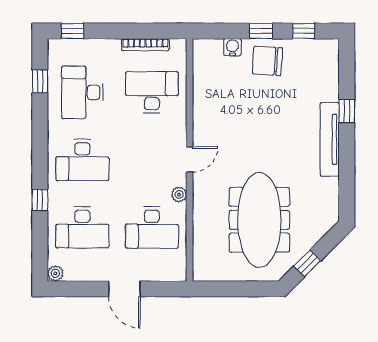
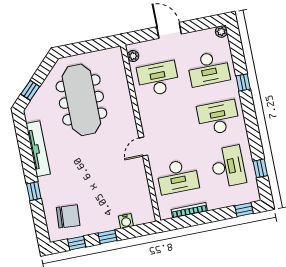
chair: (267, 61) -> (68, 216), moved
tv unit: (330, 139) -> (38, 149), moved
door: (190, 159) -> (143, 147), moved
plant: (179, 195) -> (133, 56), moved
desk: (82, 227) -> (208, 69), turned 180
window: (307, 263) -> (30, 90), moved

